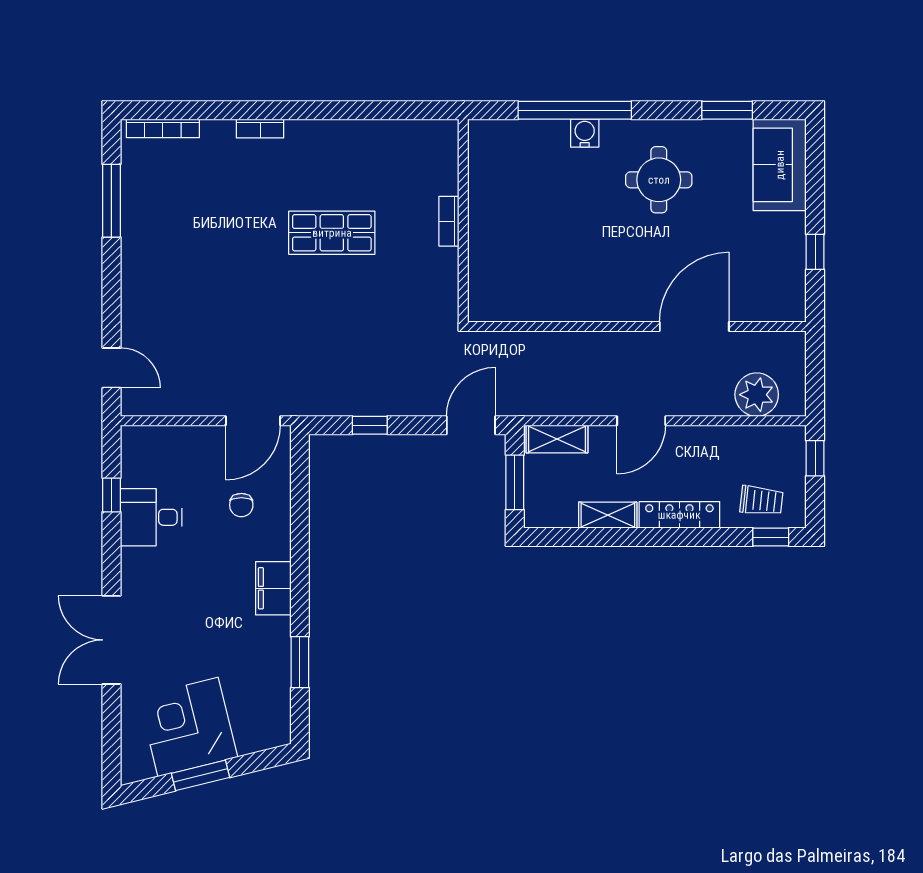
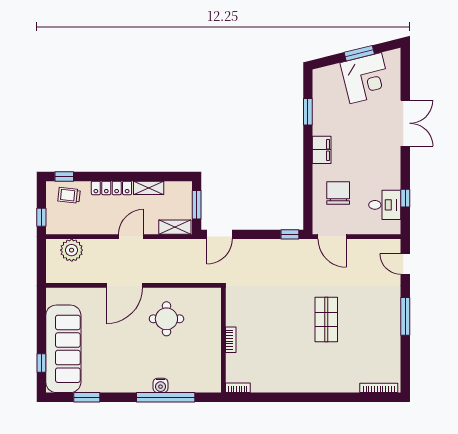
bookcase: (260, 129) -> (238, 388), moved
sofa: (780, 165) -> (63, 349), width x1.85, depth x1.27
round table: (659, 180) -> (166, 319), moved
window: (111, 201) -> (405, 316), moved
shop shelf: (332, 233) -> (326, 320), moved, turned 90
window: (815, 252) -> (41, 363), moved
door: (694, 327) -> (124, 285), moved
door: (253, 421) -> (332, 237), swing flipped
window: (370, 425) -> (290, 234), moved
chair: (241, 505) -> (338, 193), width x1.87, depth x1.87
desk: (151, 517) -> (385, 205), moved

